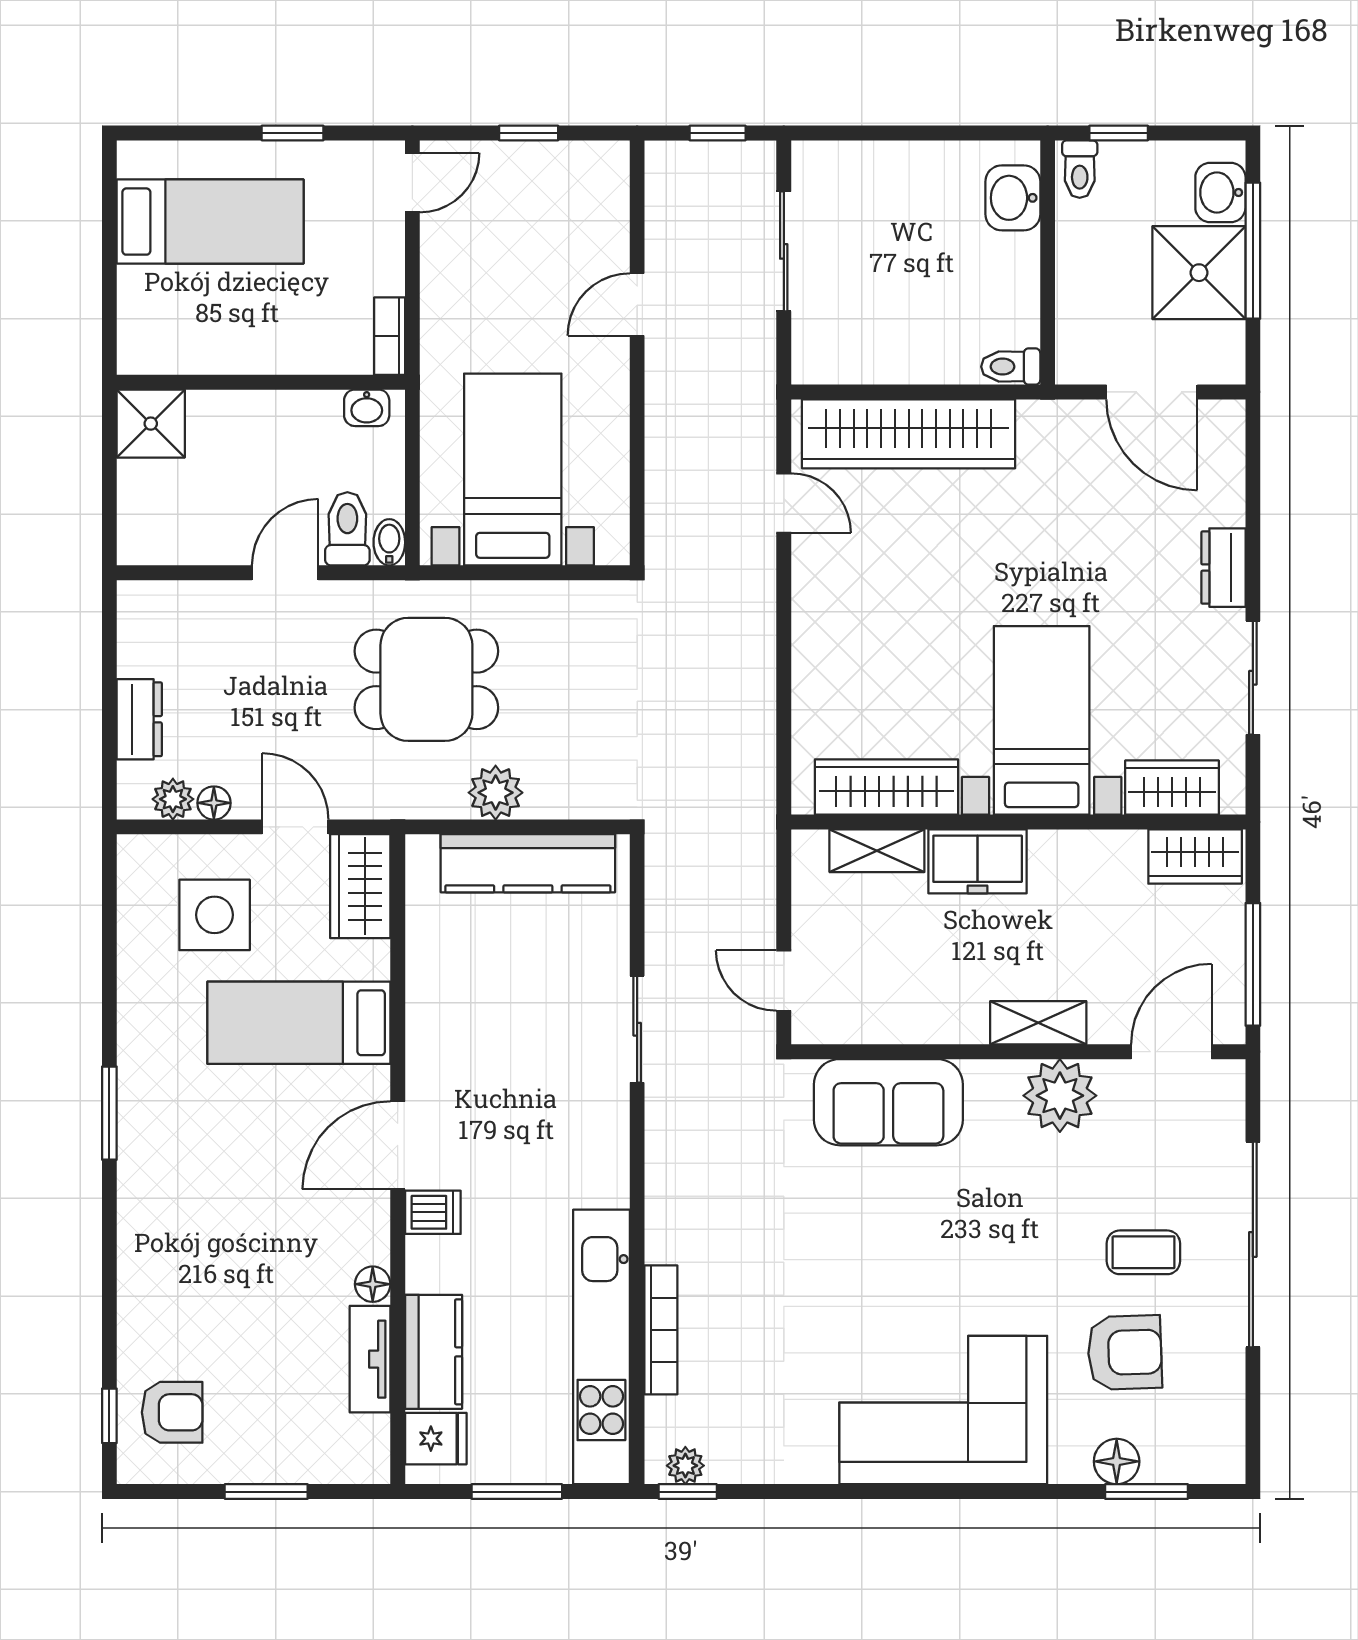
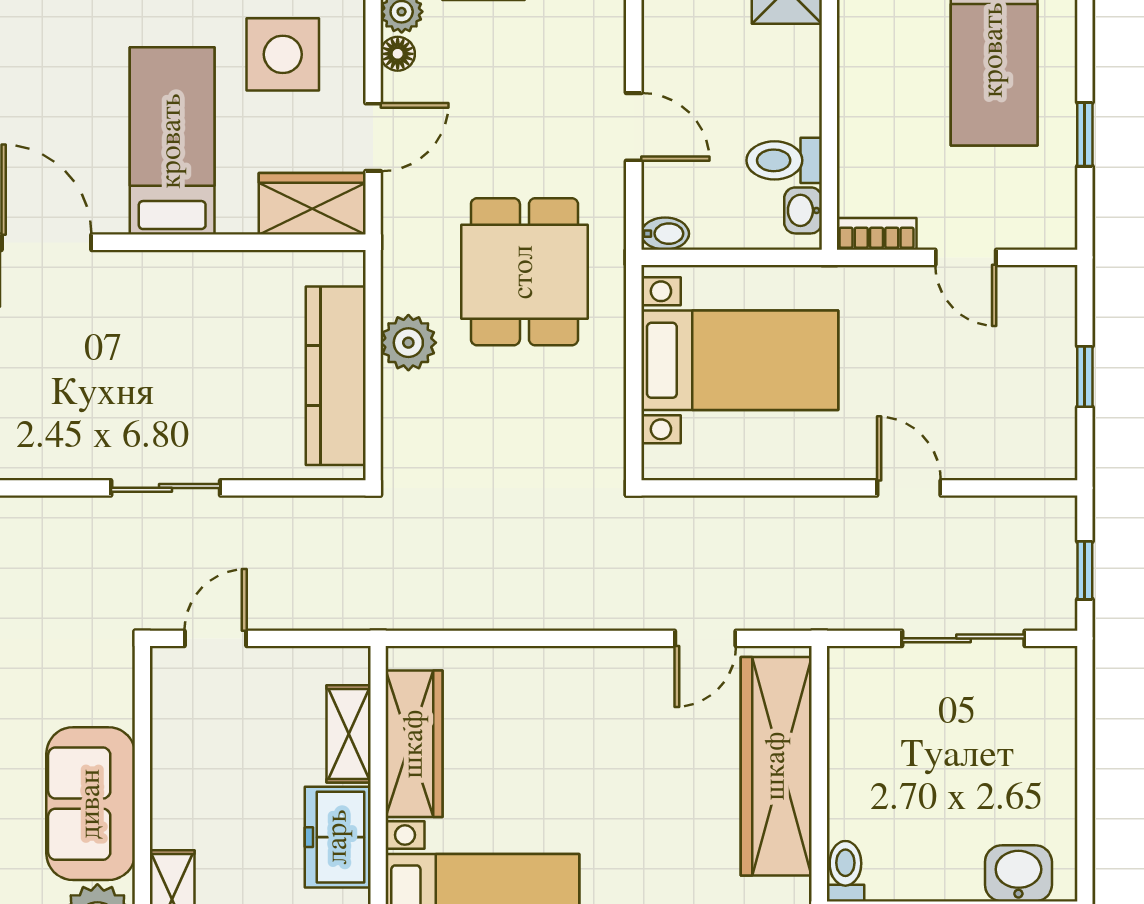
door: (412, 183) -> (966, 257), moved
toilet: (347, 529) -> (784, 160), moved, turned 180
sofa: (888, 1102) -> (91, 804), moved

